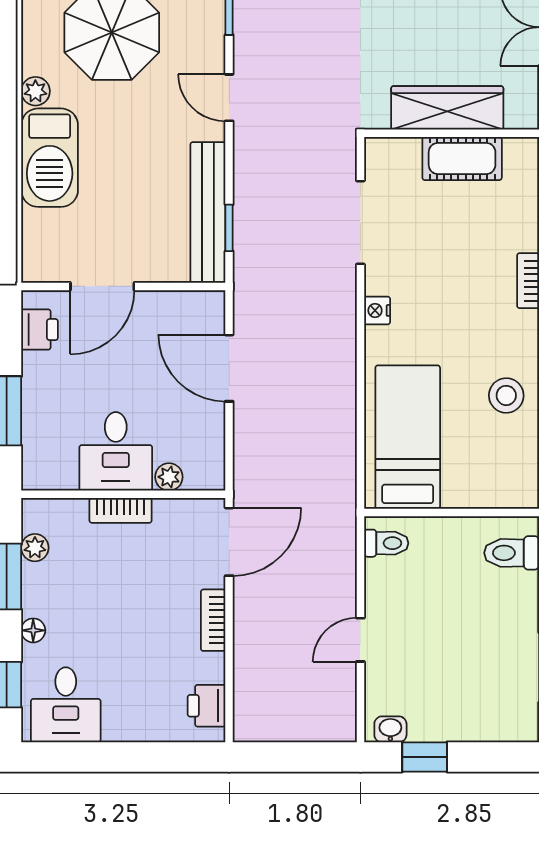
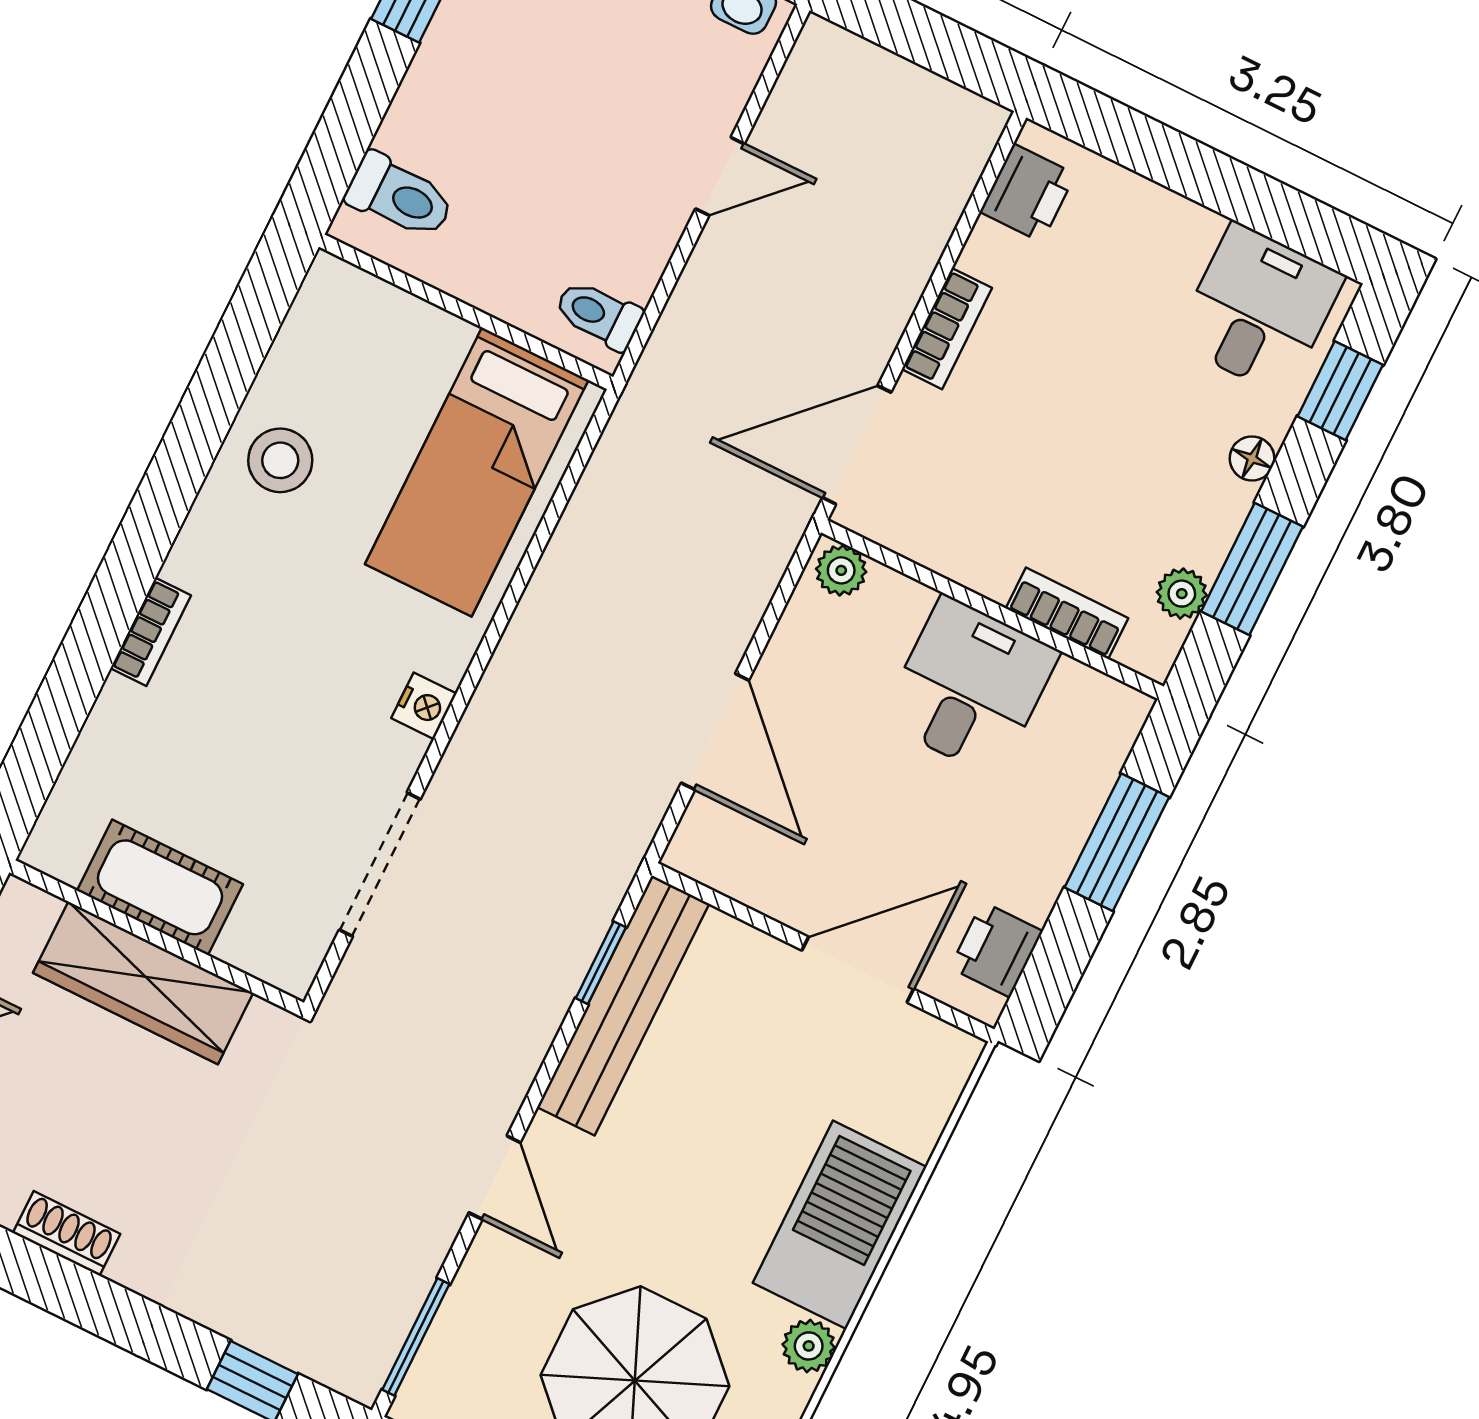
plant: (169, 477) -> (841, 570), moved
bookcase: (121, 510) -> (1067, 613), moved

